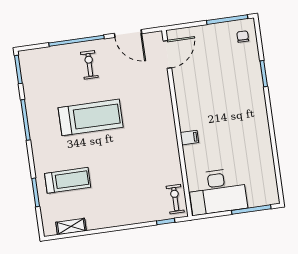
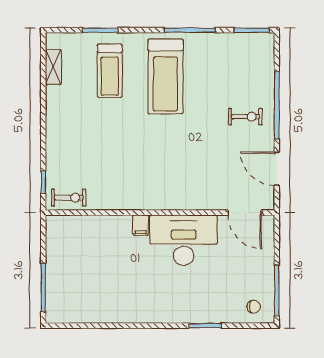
door: (128, 34) -> (277, 169), hinge flipped
treadmill: (91, 117) -> (165, 76), moved
desk: (217, 192) -> (184, 240), moved, turned 90

